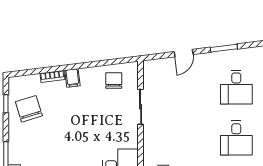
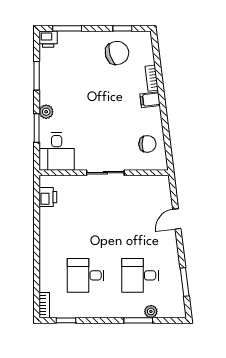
window: (224, 48) -> (185, 282), moved
door: (184, 53) -> (177, 219), hinge flipped
sliding door: (141, 107) -> (105, 173), moved

